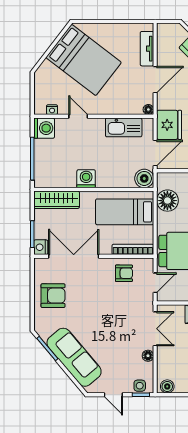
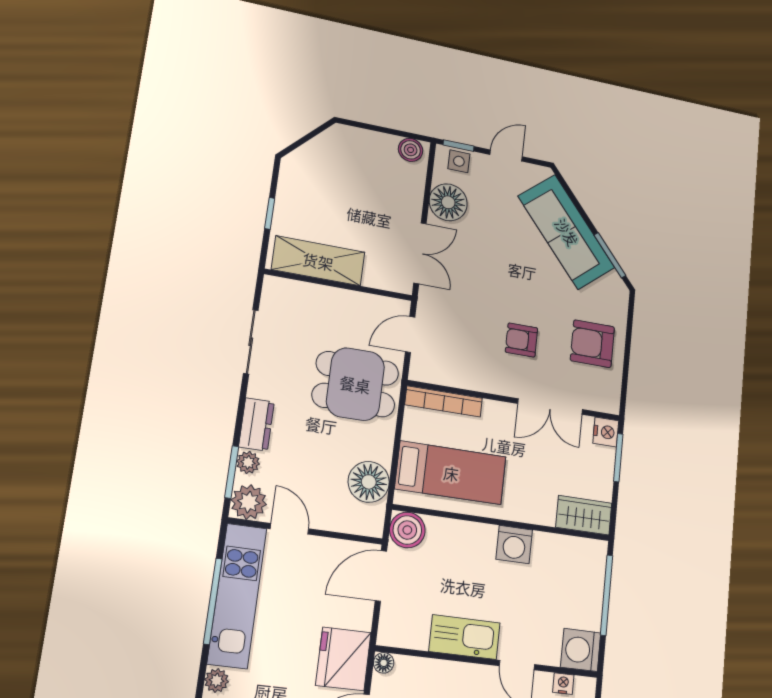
fridge: (169, 125) -> (343, 659), moved
kitchen sink: (124, 127) -> (465, 637), moved
wardrobe: (57, 200) -> (584, 515), width x0.67
double door: (74, 256) -> (550, 407), width x0.73
armchair: (124, 273) -> (522, 340), moved
double door: (155, 329) -> (420, 253), swing flipped
floor lamp: (148, 356) -> (448, 202), width x1.89, depth x1.89
door: (113, 395) -> (506, 156), hinge flipped

